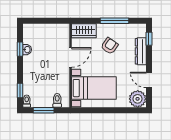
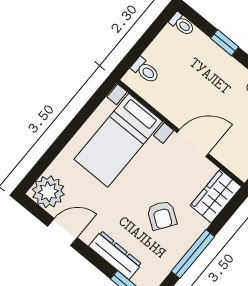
door: (70, 57) -> (193, 143), swing flipped
window: (20, 90) -> (225, 43), moved
window: (44, 110) -> (147, 38), removed

